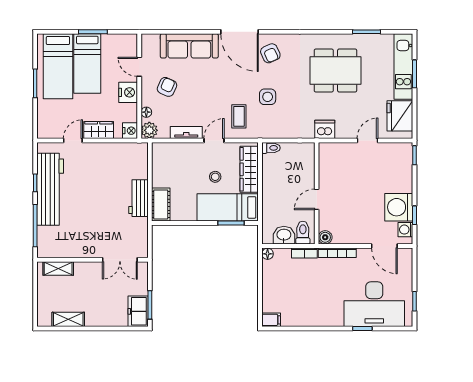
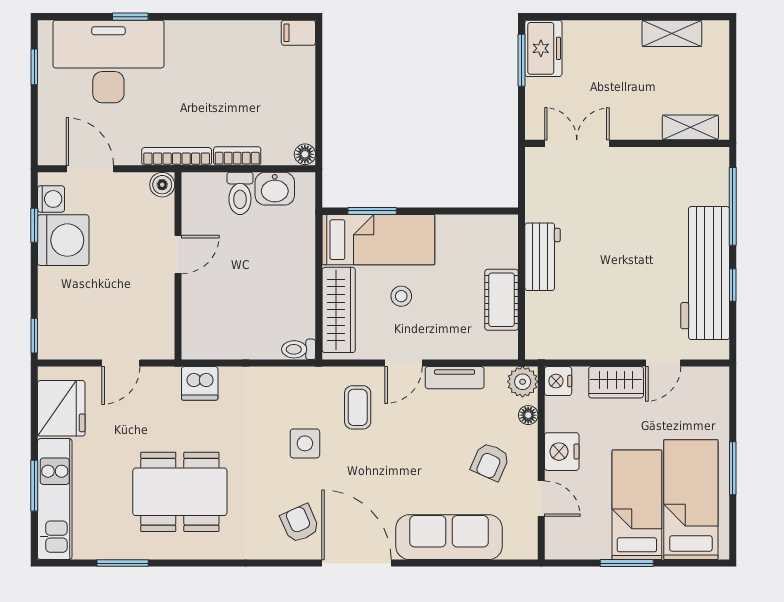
wall: (317, 193) -> (178, 266), moved
door: (317, 199) -> (178, 254), moved
cot: (161, 205) -> (502, 300), moved
boiler: (325, 237) -> (162, 185), moved

